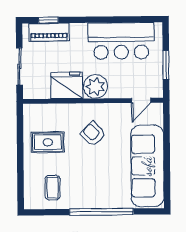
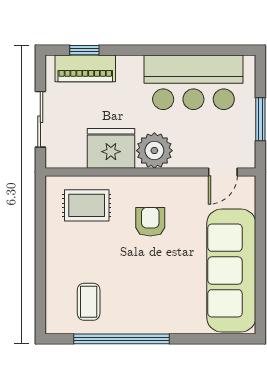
armchair: (93, 134) -> (150, 222), turned 46
rug: (48, 142) -> (87, 205), moved
window: (101, 212) -> (122, 339), moved

